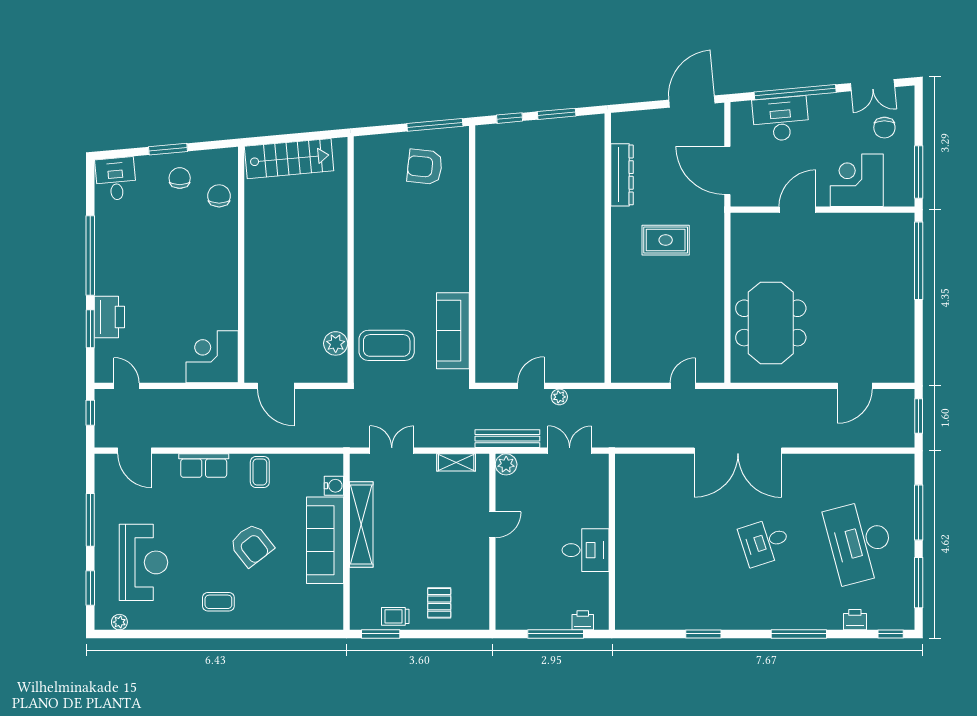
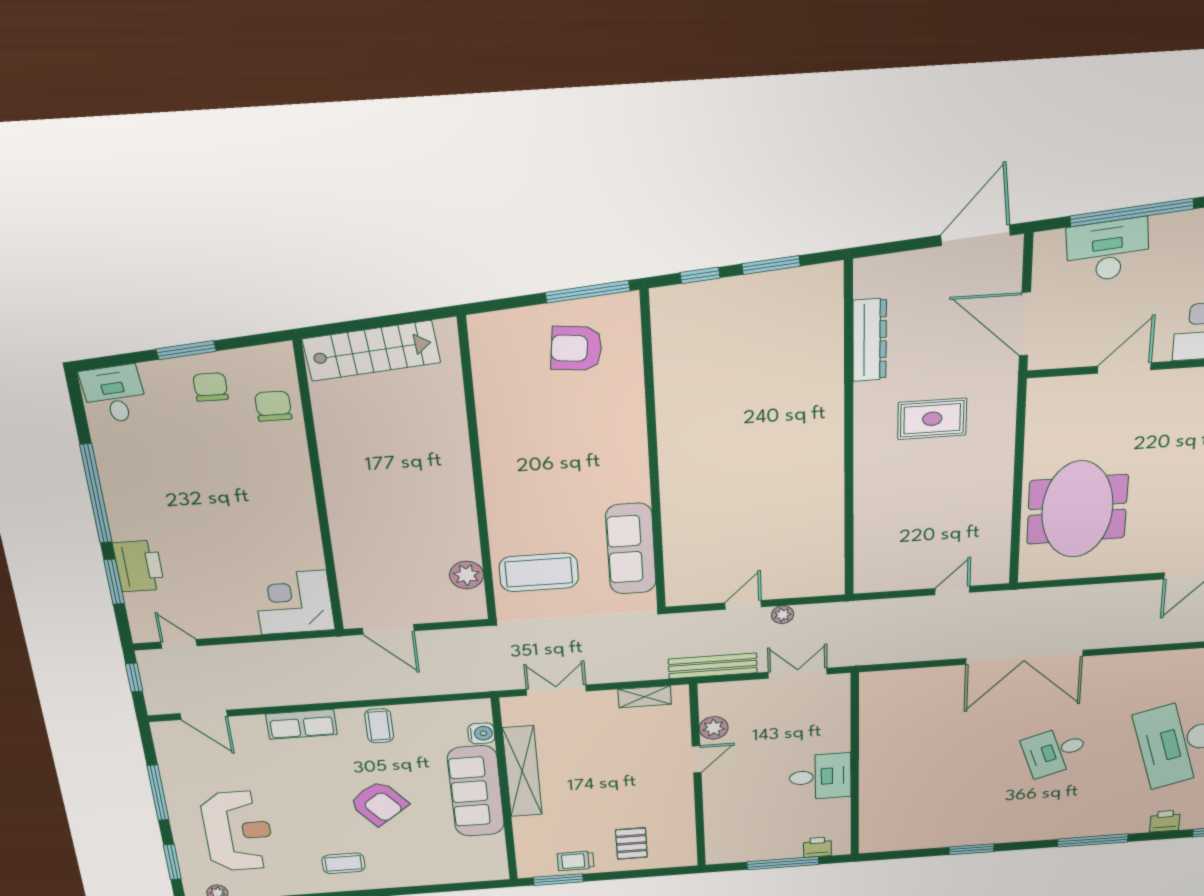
plant: (506, 464) -> (714, 728), moved

